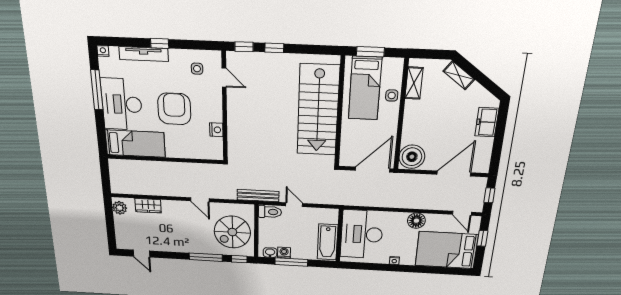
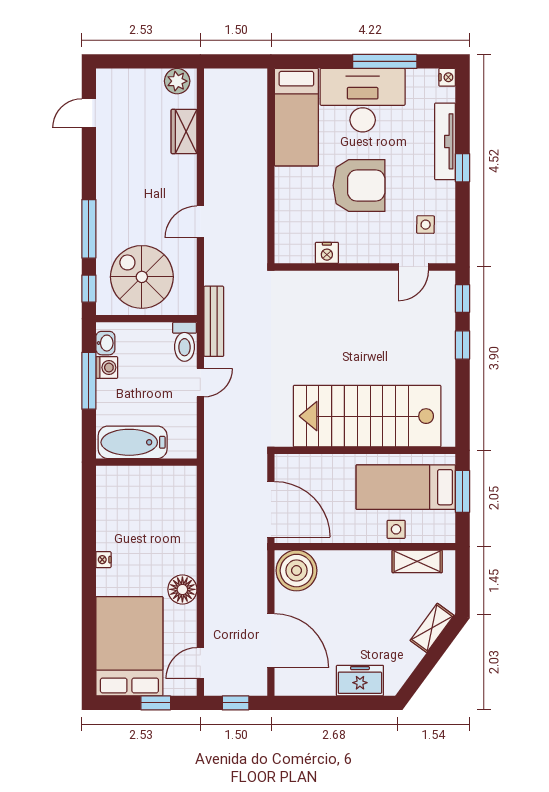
desk: (362, 234) -> (151, 500), removed

